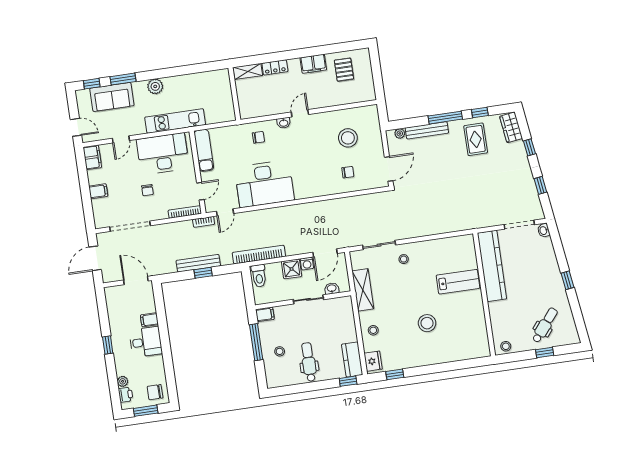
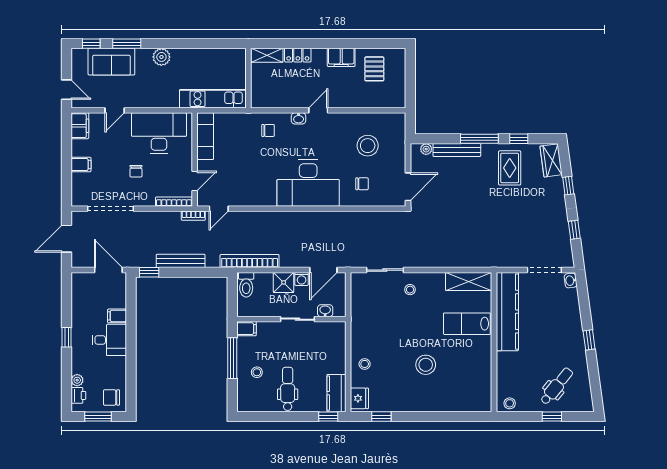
kitchen unit: (175, 121) -> (213, 99), moved
desk: (264, 184) -> (308, 183), moved
window: (203, 273) -> (149, 272), moved
lab bench: (458, 282) -> (467, 324), turned 180
shelving: (363, 290) -> (469, 281), moved, turned 90

